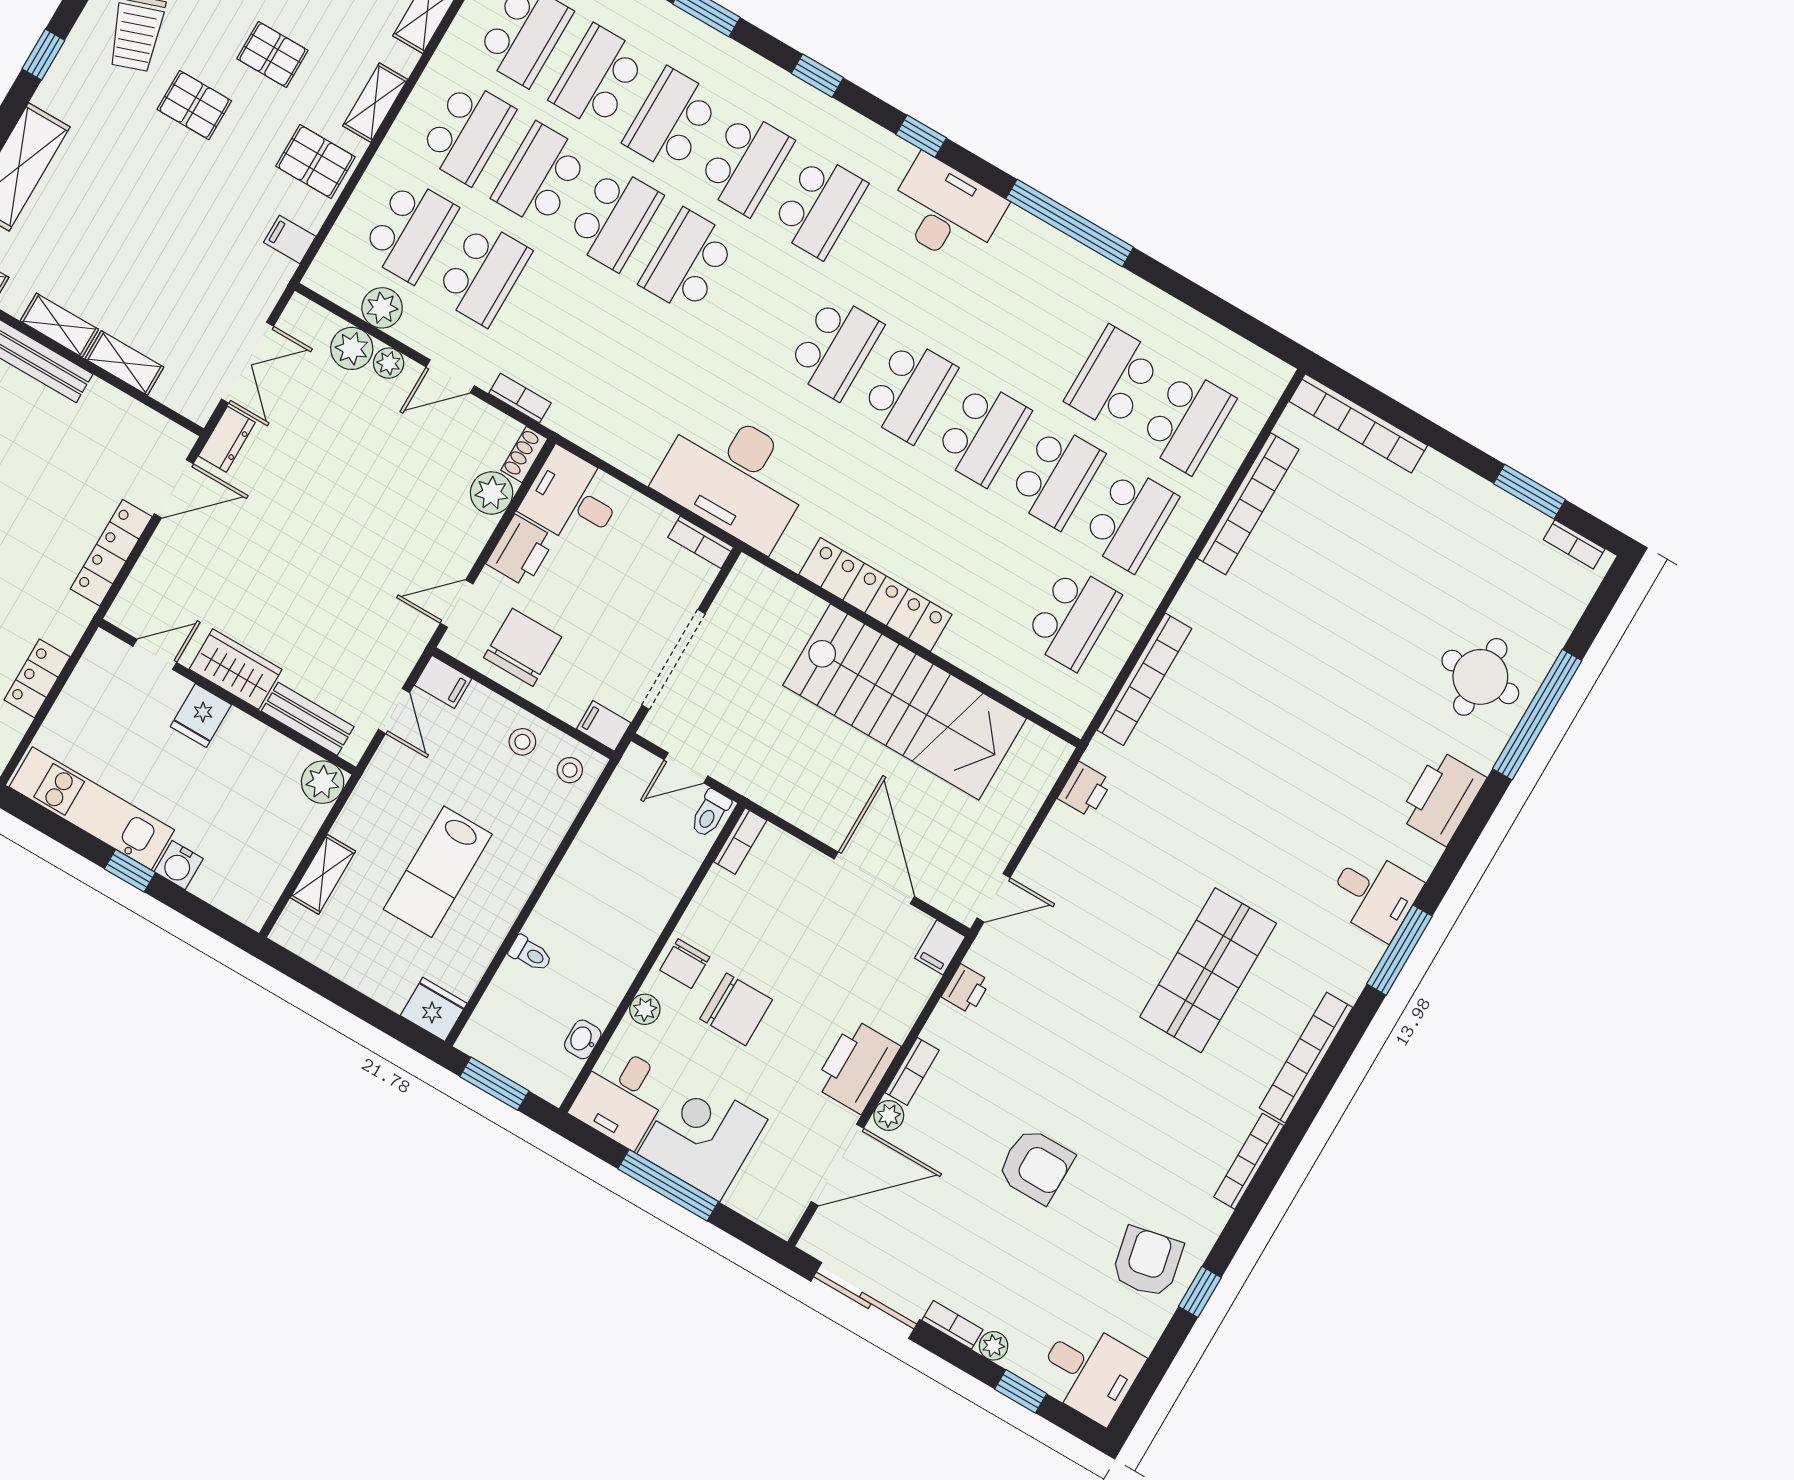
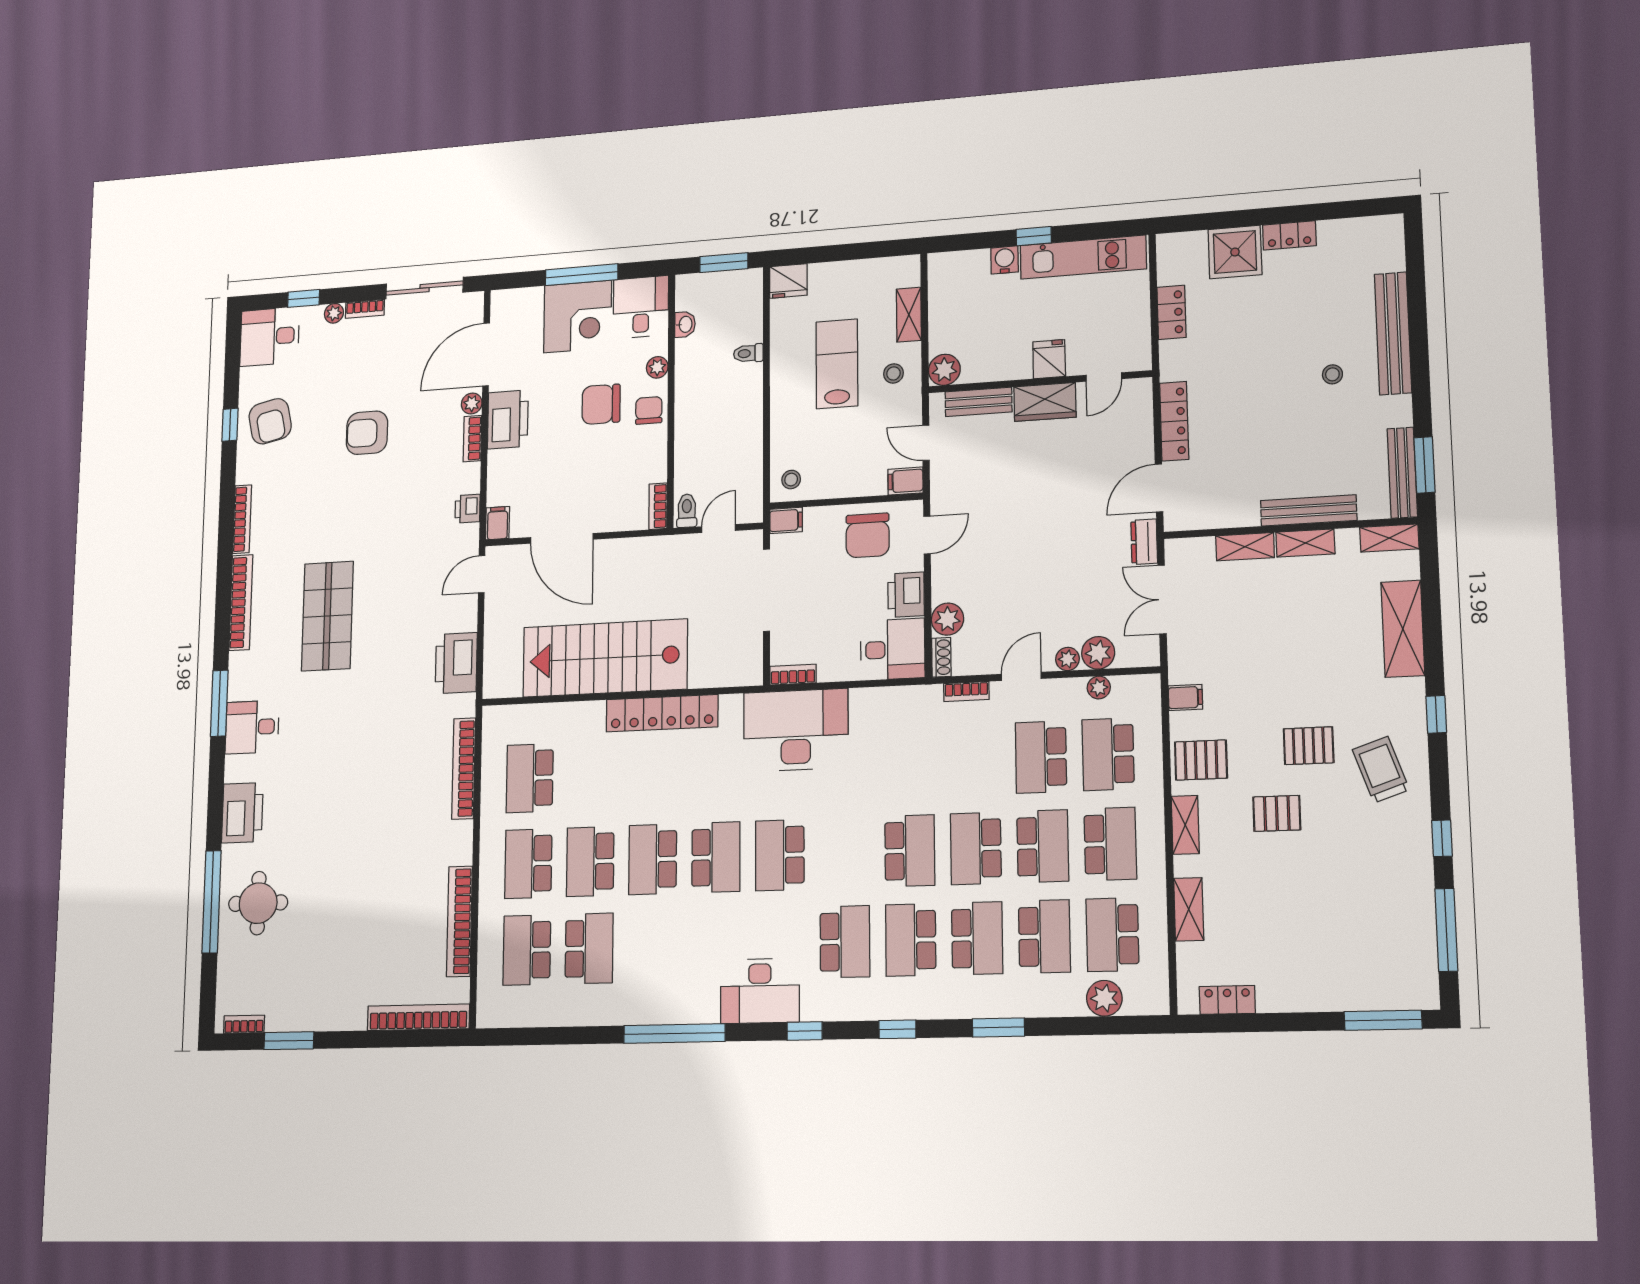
school desk: (467, 132) -> (1110, 844), turned 180
school desk: (819, 206) -> (845, 942), turned 180
plant: (382, 308) -> (1099, 688), width x0.73, depth x0.73
school desk: (909, 391) -> (716, 857), turned 180
stool: (522, 742) -> (893, 373), moved
printer: (1085, 790) -> (456, 663), width x1.87, depth x1.48

